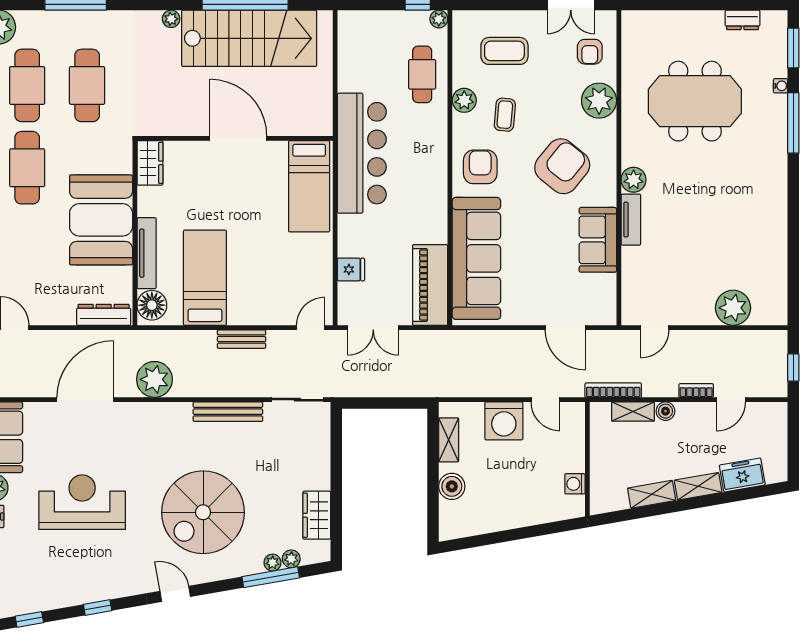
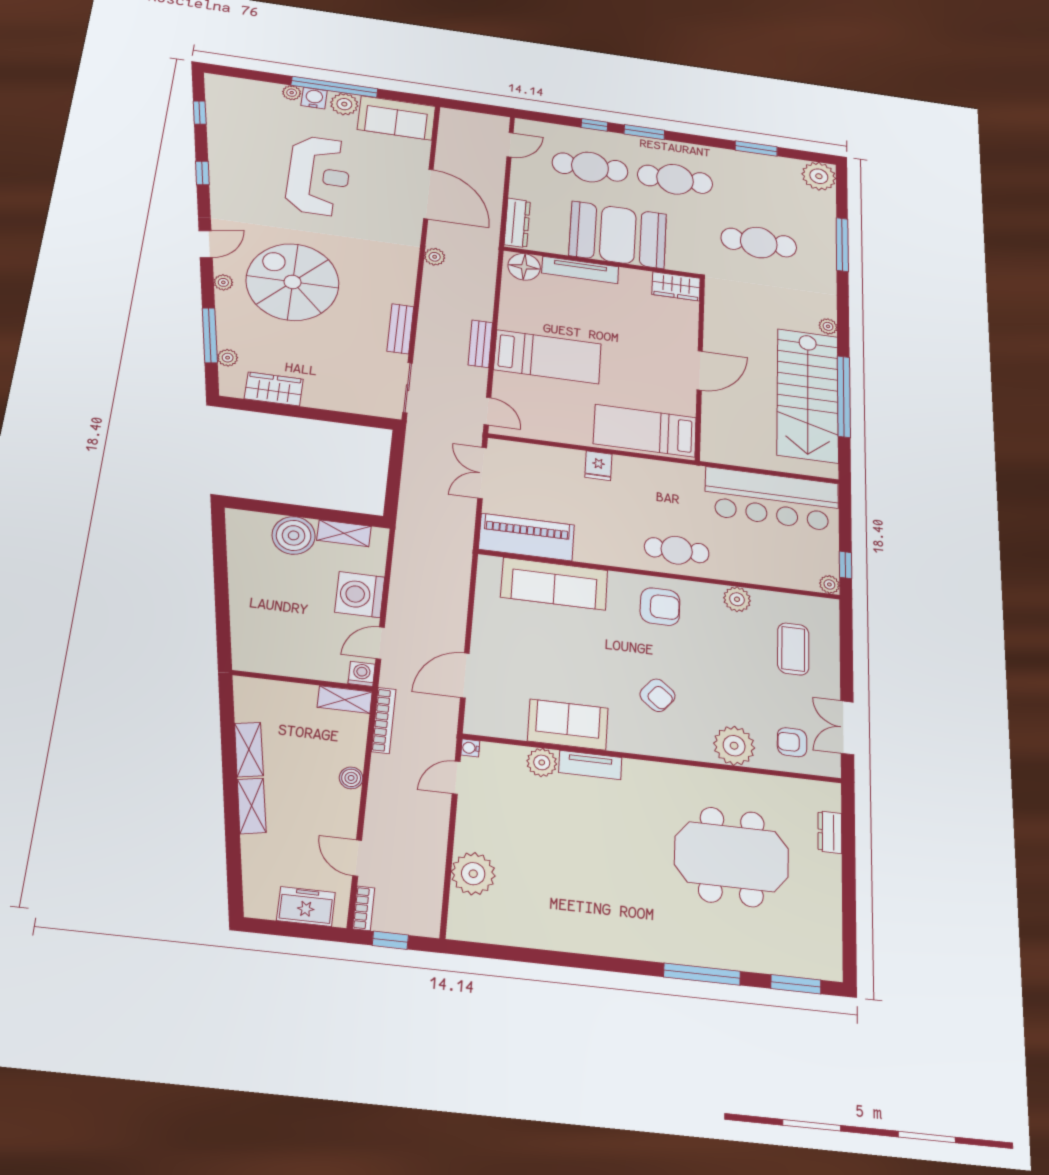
dresser: (742, 20) -> (830, 832), moved
cafe table: (422, 74) -> (677, 550), moved
cafe table: (27, 85) -> (590, 167), moved
water cooler: (781, 86) -> (470, 748), moved, turned 90
meeting table: (695, 101) -> (732, 857), turned 90
coffee table: (505, 115) -> (720, 640), removed
door: (238, 138) -> (700, 370), width x0.73
bar counter: (362, 153) -> (772, 499), moved
armchair: (562, 166) -> (657, 695), width x0.53, depth x0.53
plant: (634, 180) -> (542, 762), moved
sofa: (476, 258) -> (554, 584), width x0.74, depth x0.79
fridge: (351, 269) -> (598, 466), moved
bed: (205, 278) -> (548, 357), moved
door: (655, 328) -> (456, 778), hinge flipped
plant: (154, 379) -> (435, 257), width x0.53, depth x0.53
bookcase: (696, 391) -> (364, 908), moved
bench: (228, 412) -> (400, 329), width x0.73
shelving: (633, 412) -> (345, 700), moved, turned 90
freezer: (742, 475) -> (306, 906), moved, turned -80
washing machine: (575, 484) -> (362, 674), moved
boiler: (452, 486) -> (294, 535), width x1.37, depth x1.37
plant: (272, 563) -> (223, 282), moved

